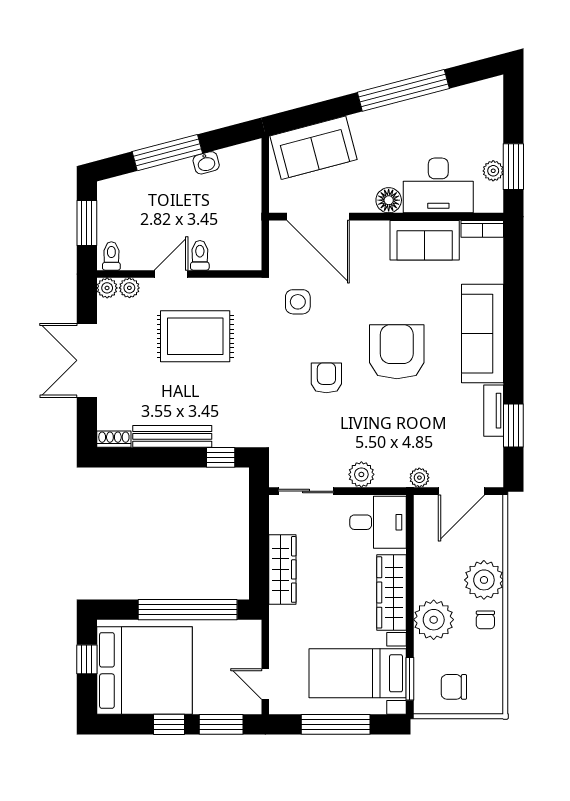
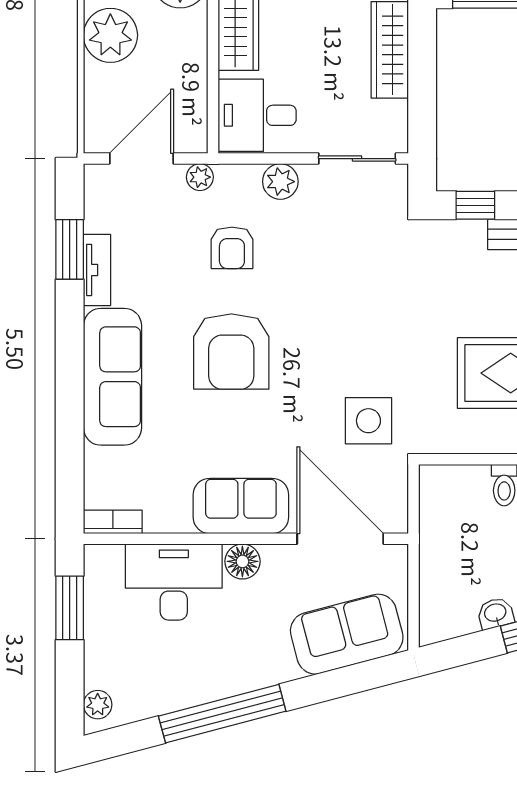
plant: (493, 171) -> (98, 705), moved
sofa: (425, 240) -> (241, 506), moved
side table: (298, 302) -> (368, 421), width x1.37, depth x1.37
armchair: (326, 378) -> (232, 248), moved

